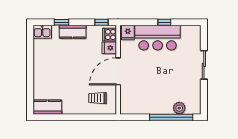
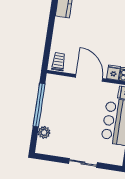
trolley: (98, 98) -> (59, 62), moved
window: (171, 117) -> (39, 105), moved

